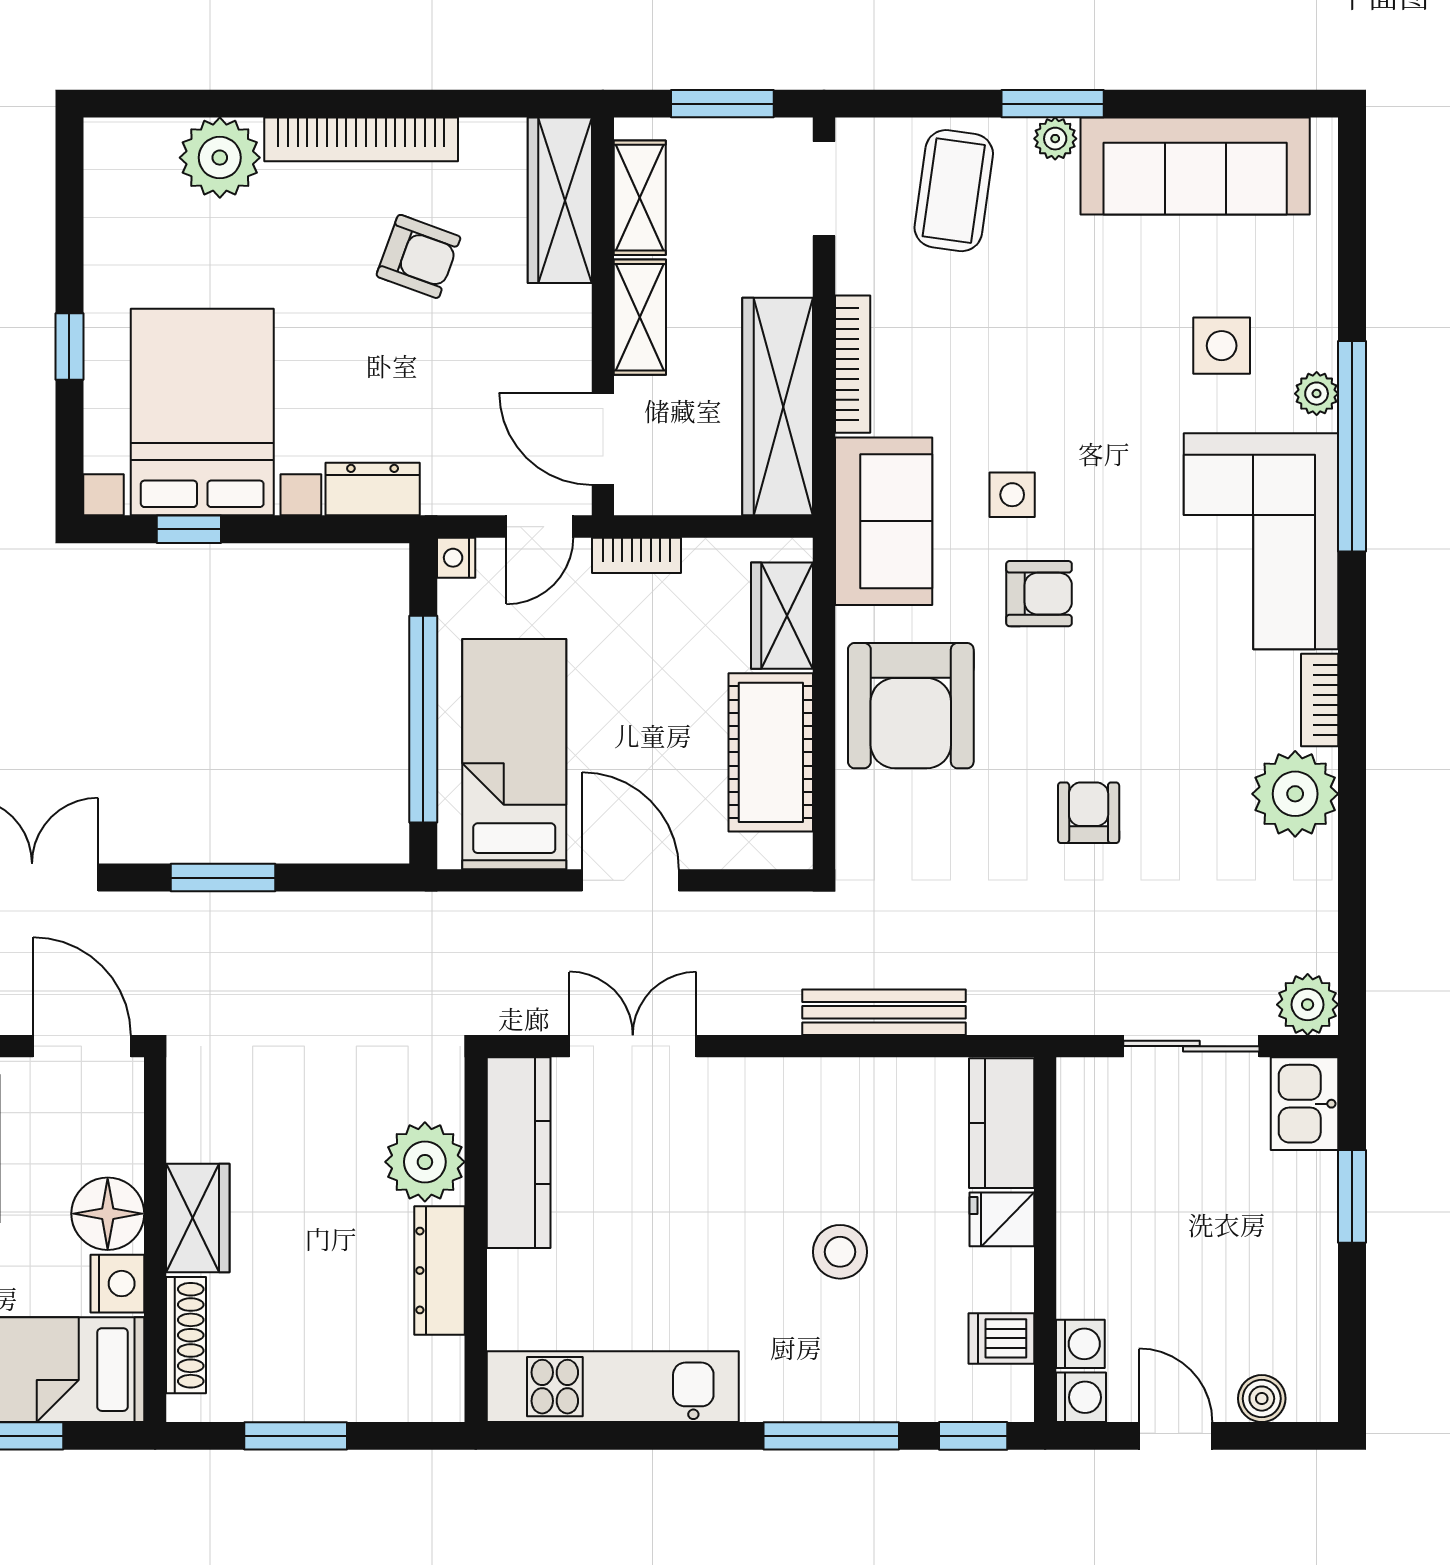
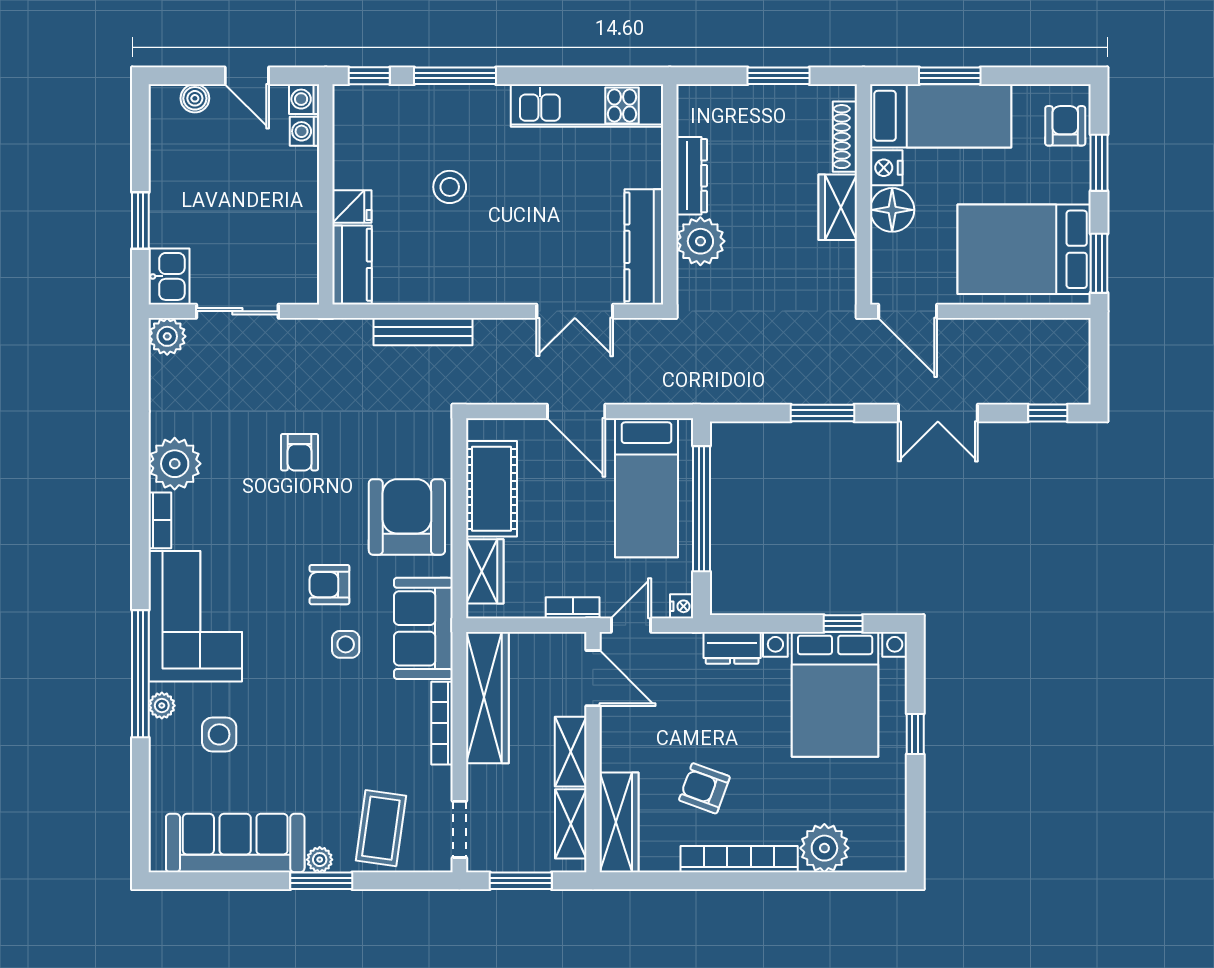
dishwasher: (1001, 1338) -> (352, 135), removed

